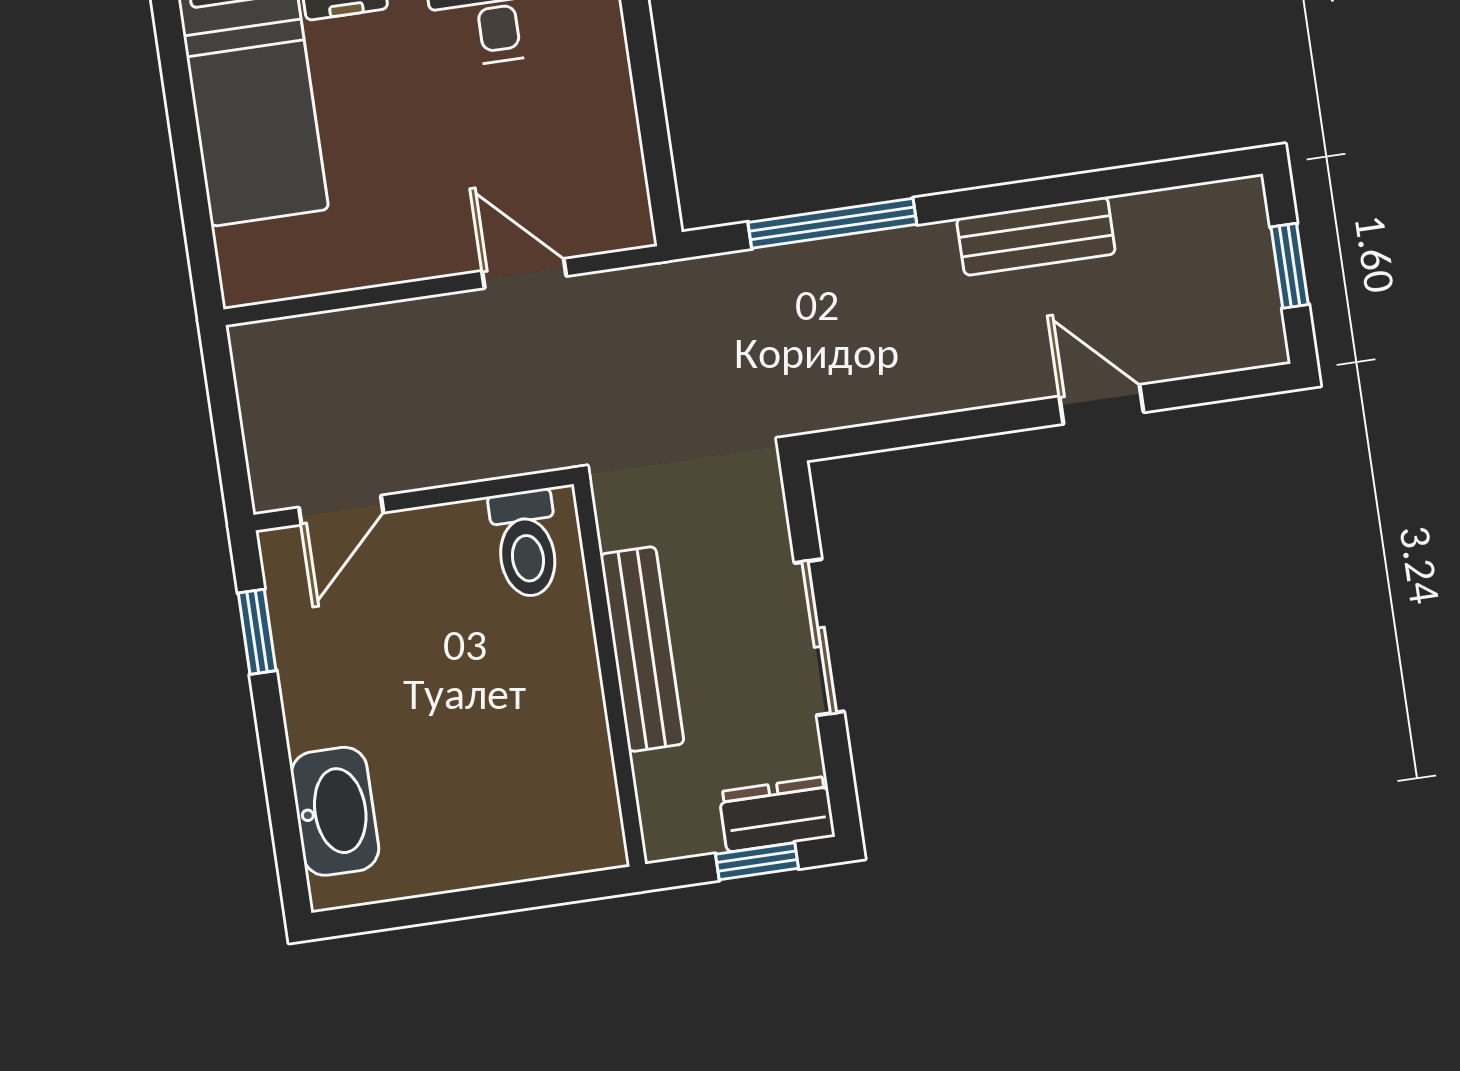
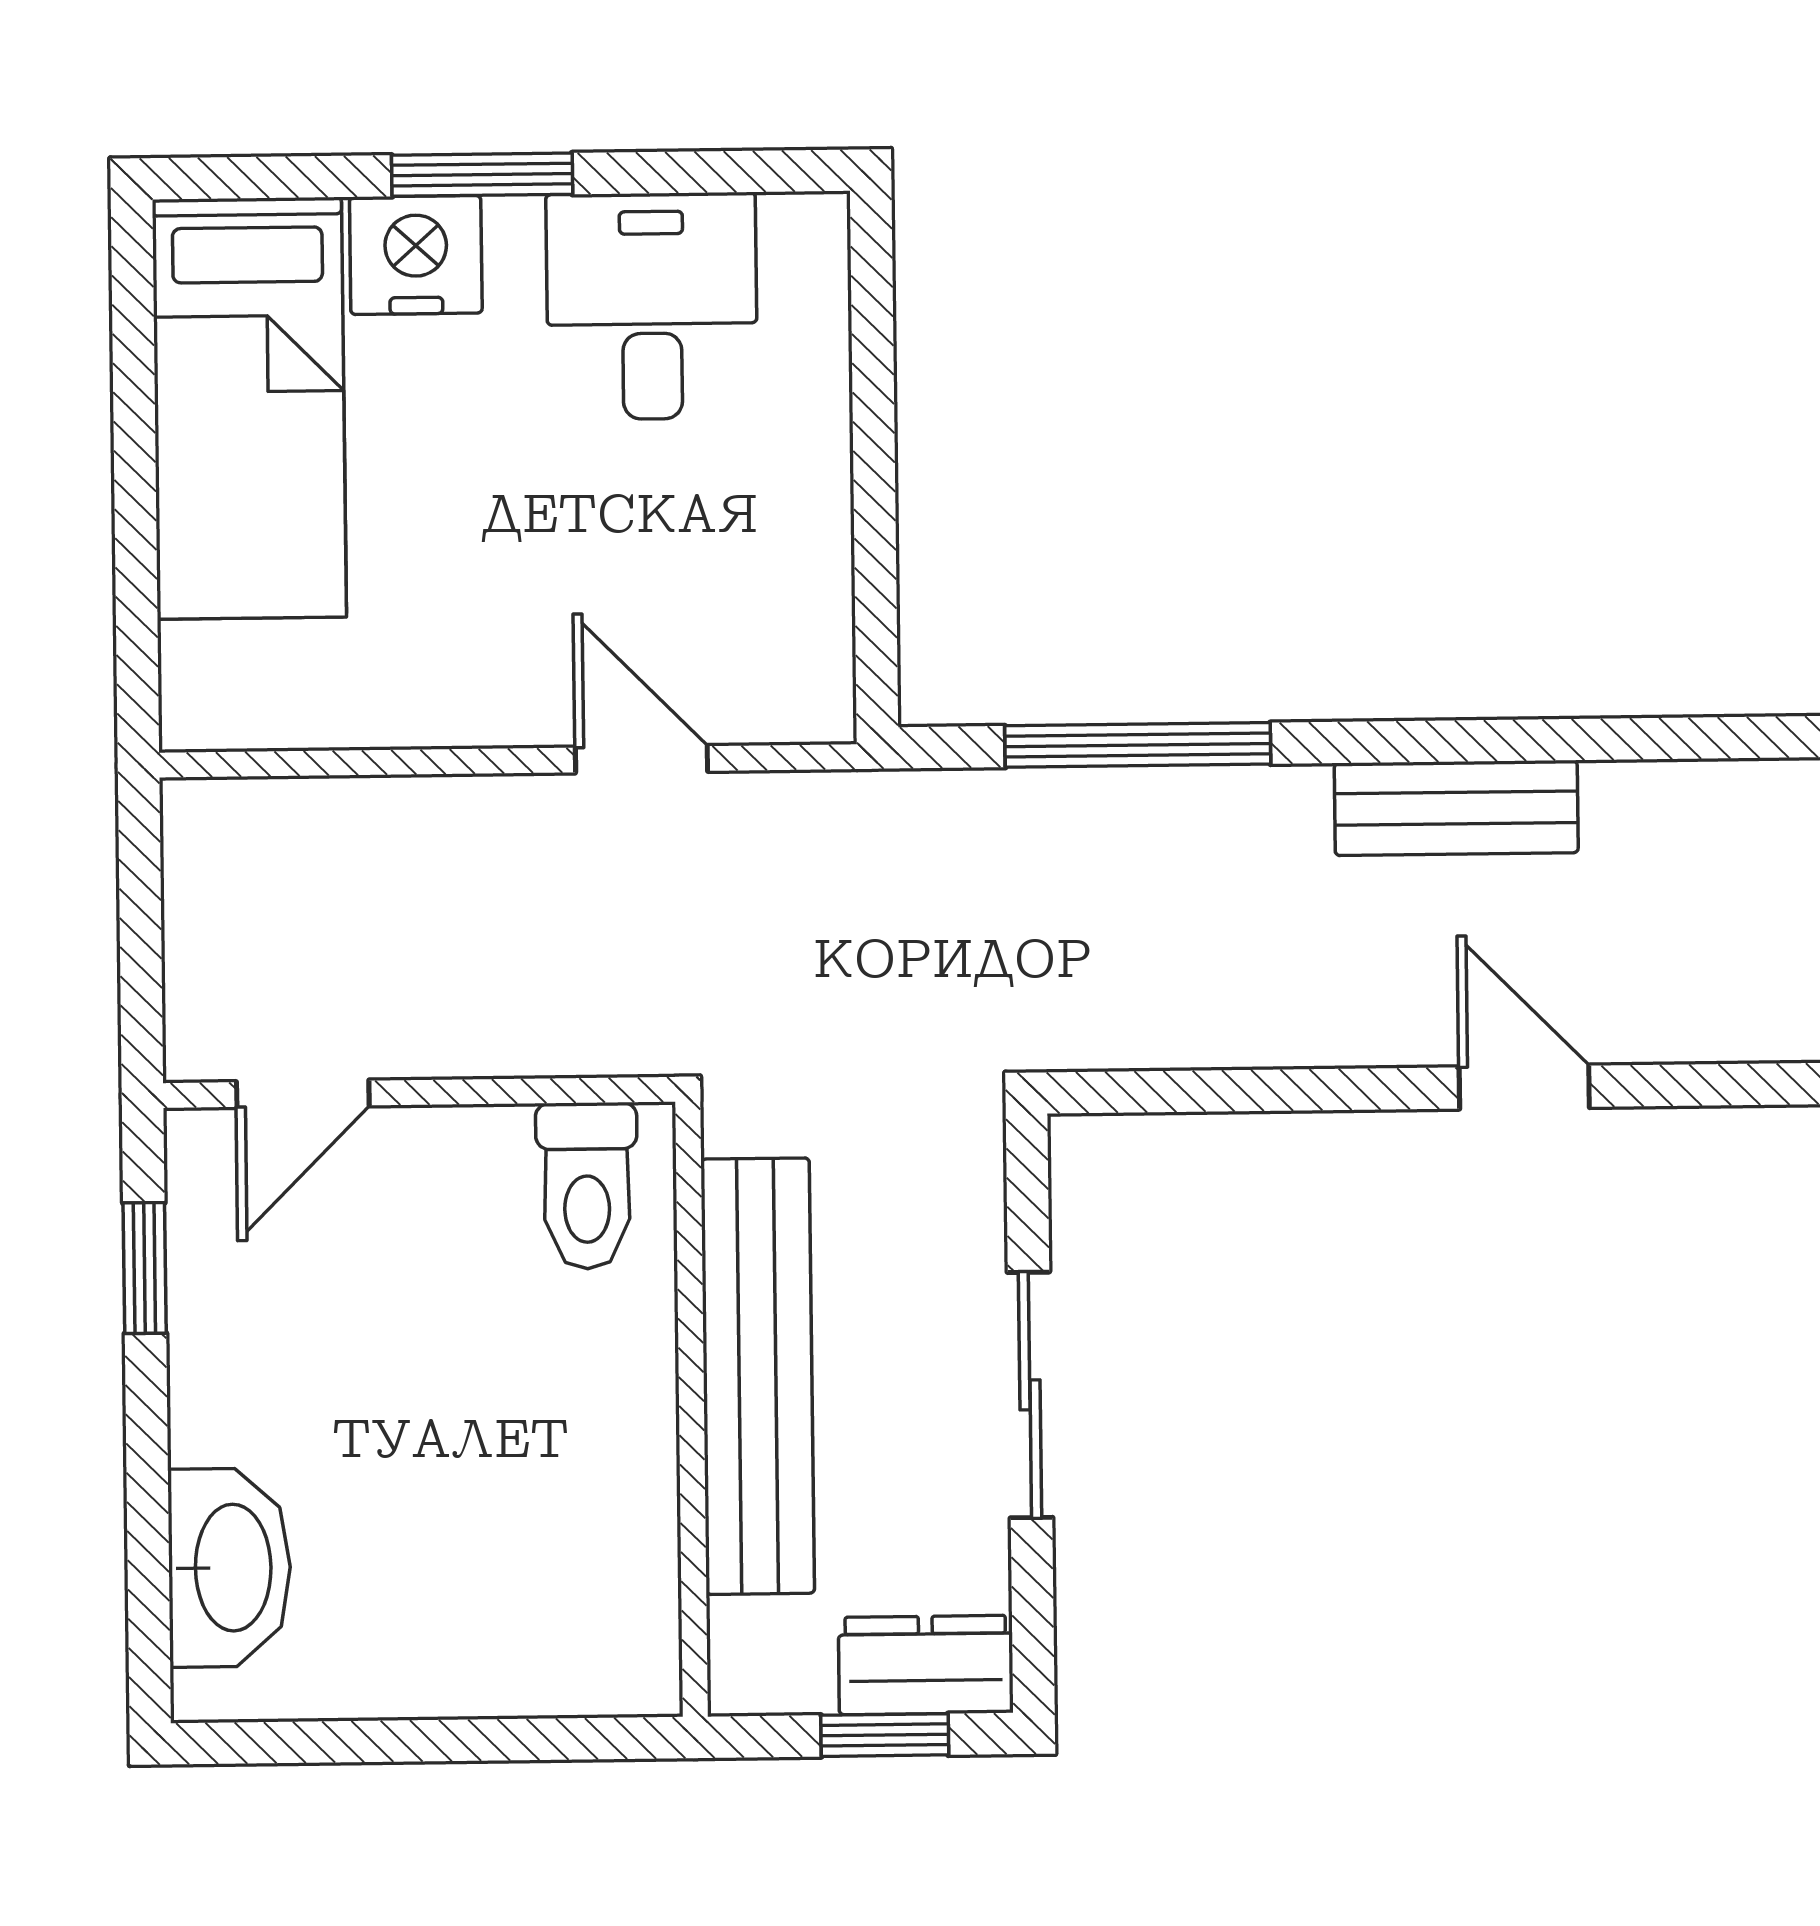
bench: (642, 649) -> (758, 1376), width x1.37, depth x1.21

